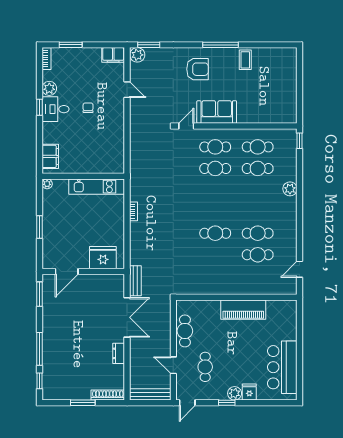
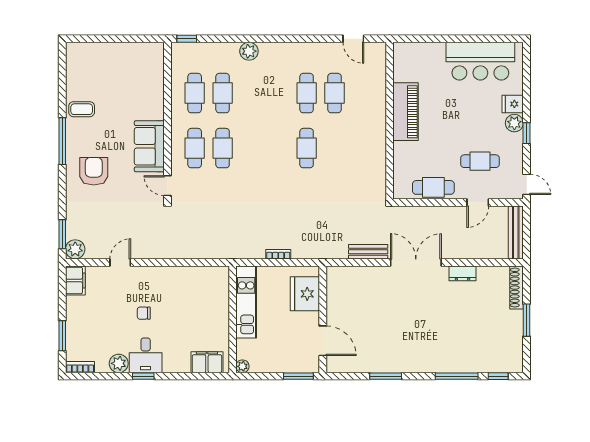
fridge: (103, 258) -> (305, 294), moved
door: (67, 271) -> (323, 341), moved
wall: (83, 271) -> (323, 319), moved

